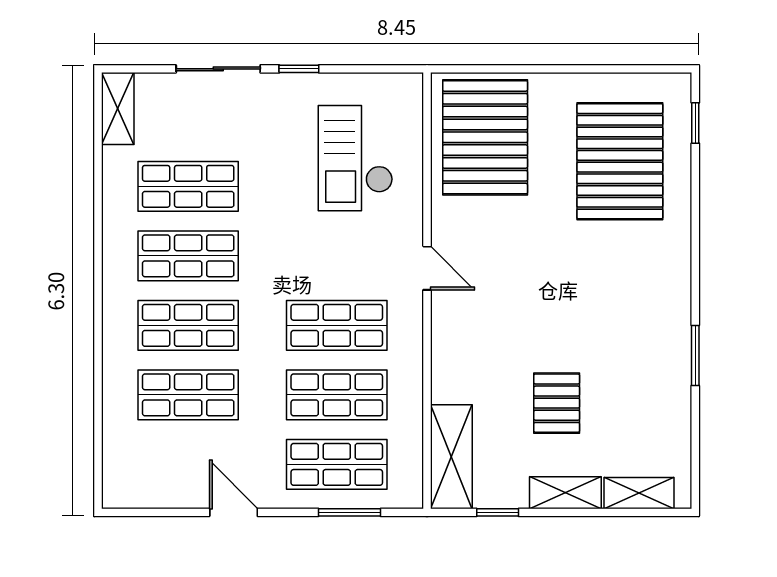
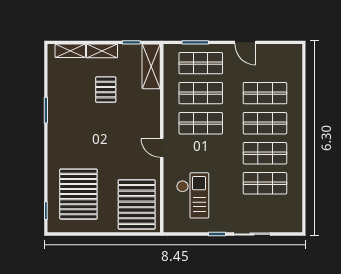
shelving: (118, 109) -> (295, 217), removed

